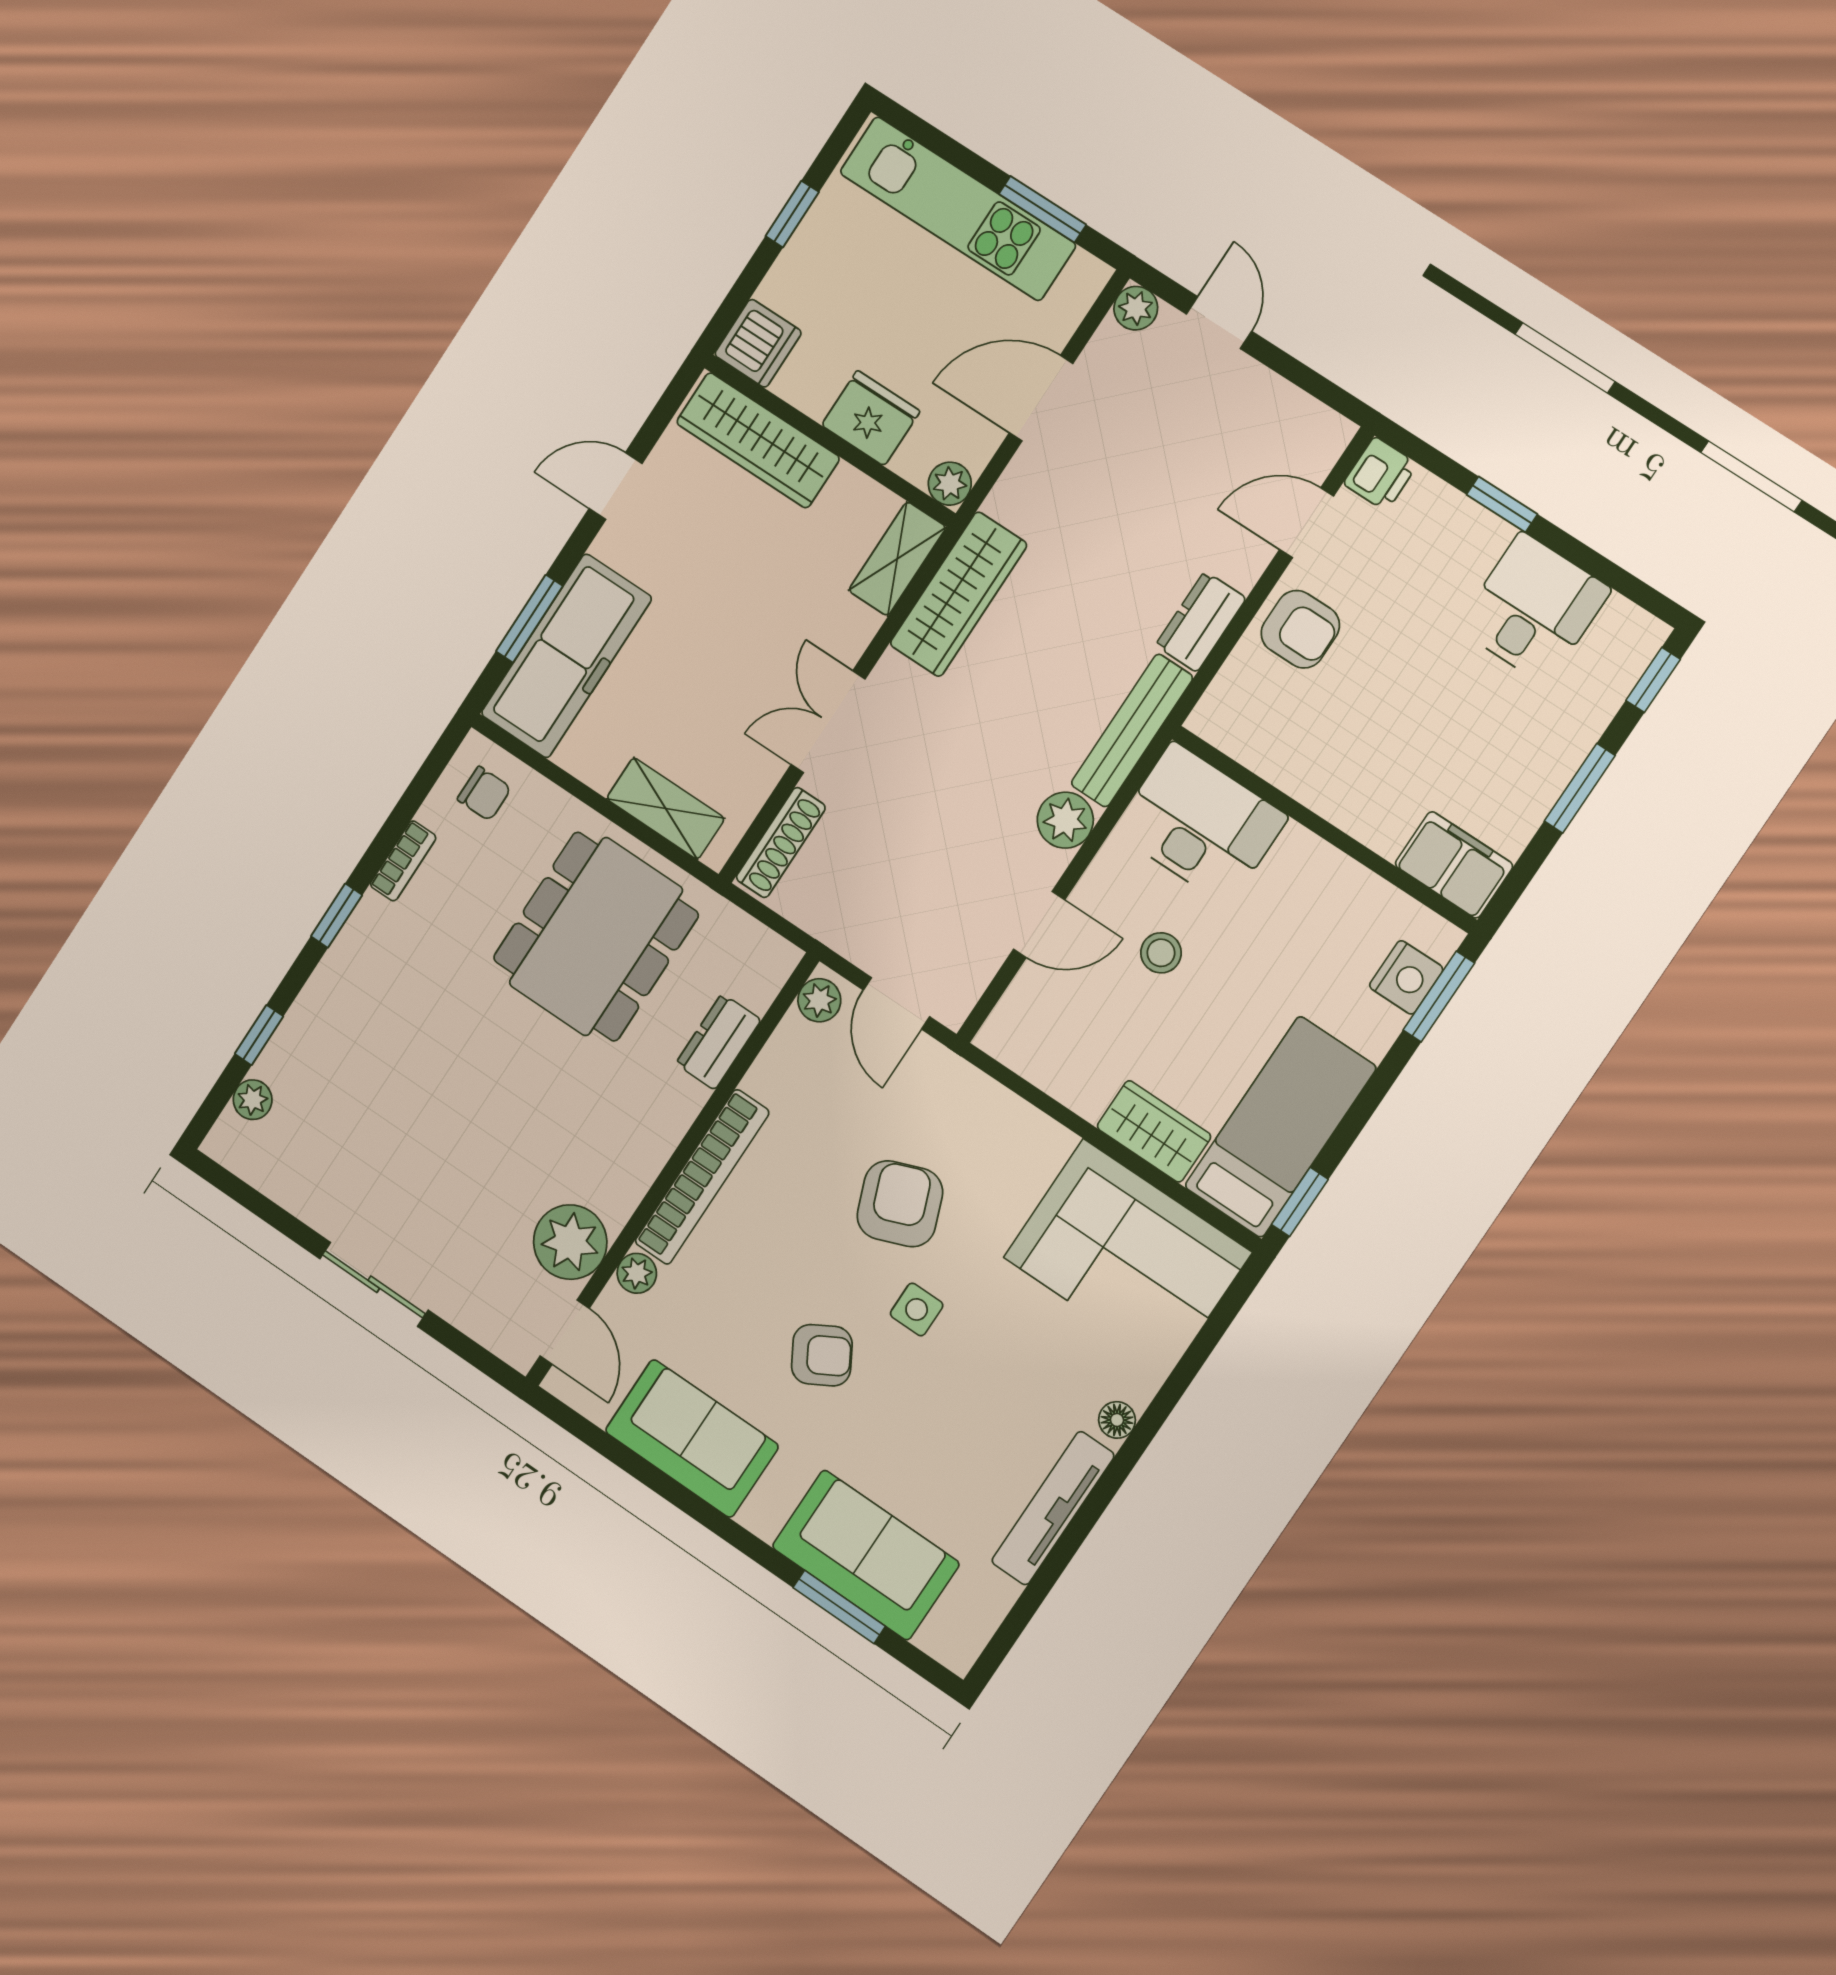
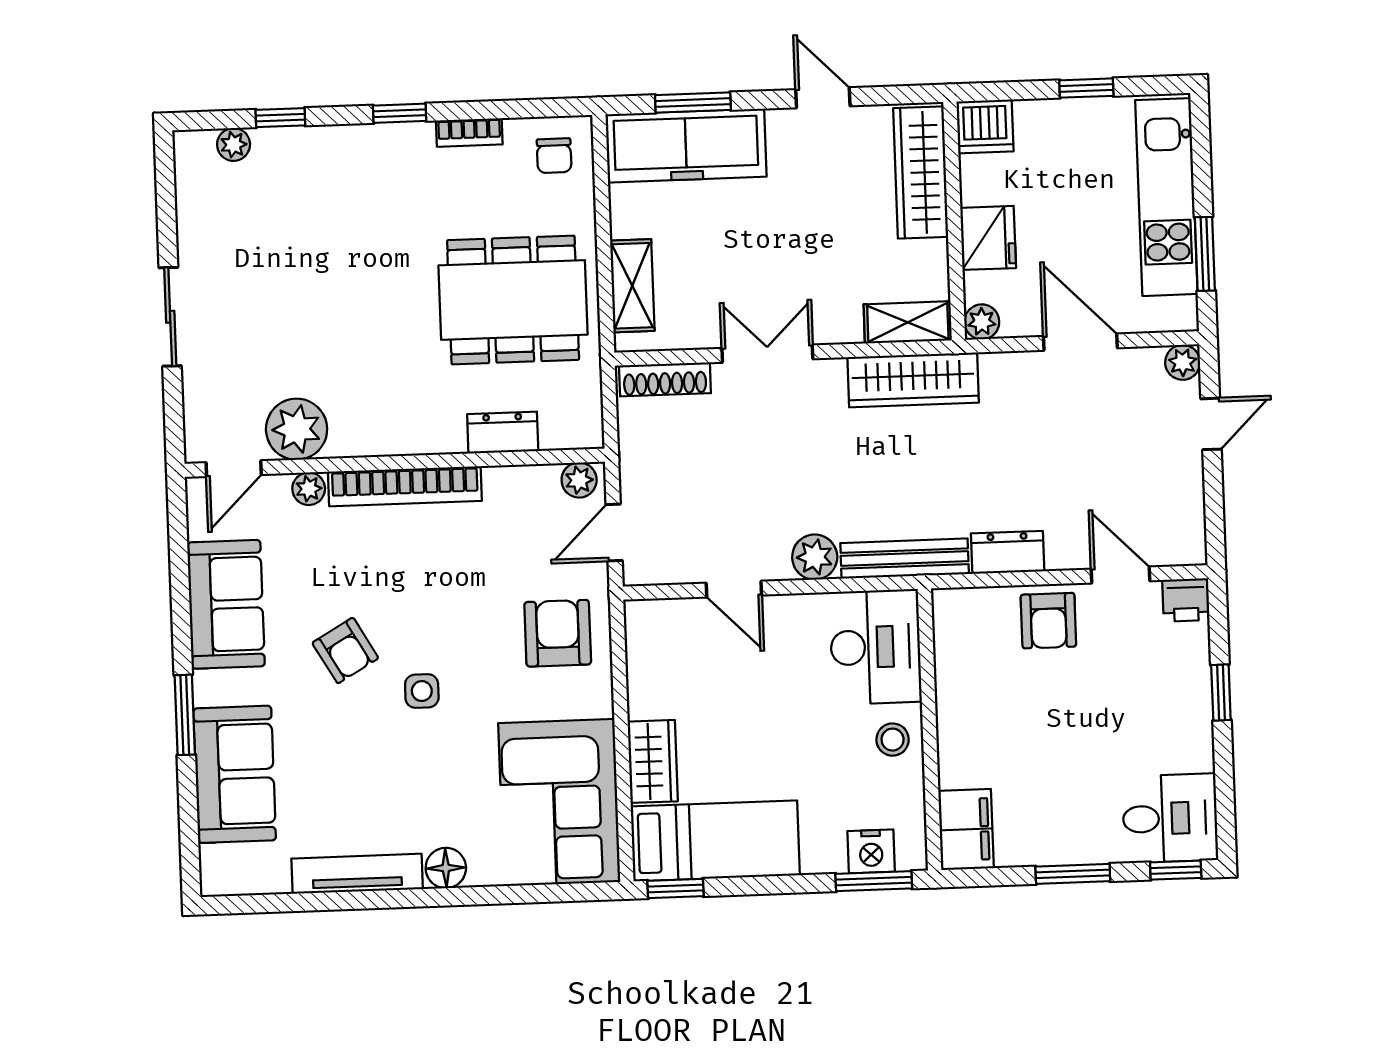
desk: (1534, 608) -> (1170, 818), moved
stool: (1161, 953) -> (893, 740), moved
armchair: (900, 1204) -> (558, 633), moved, turned -69
floor lamp: (1117, 1420) -> (446, 868), width x1.37, depth x1.37
window: (839, 1607) -> (185, 715), moved

